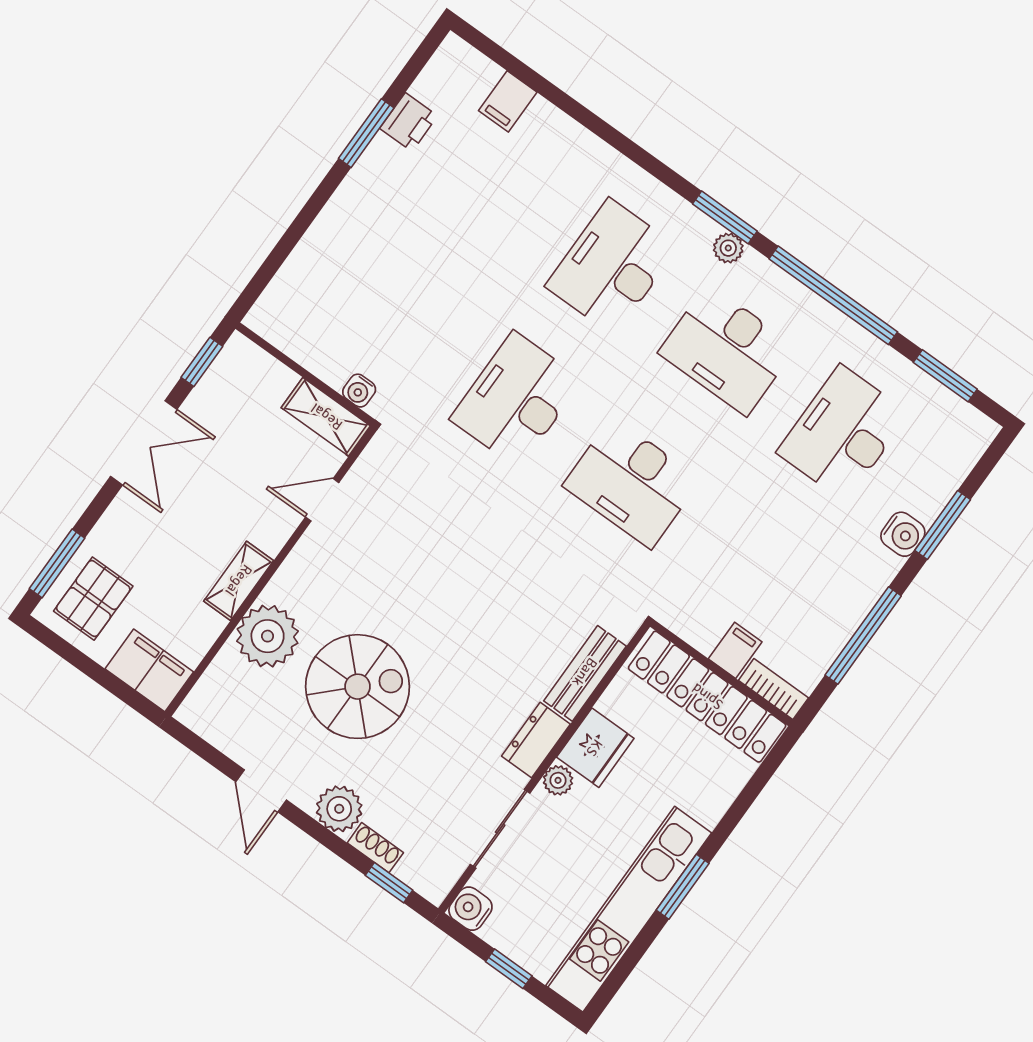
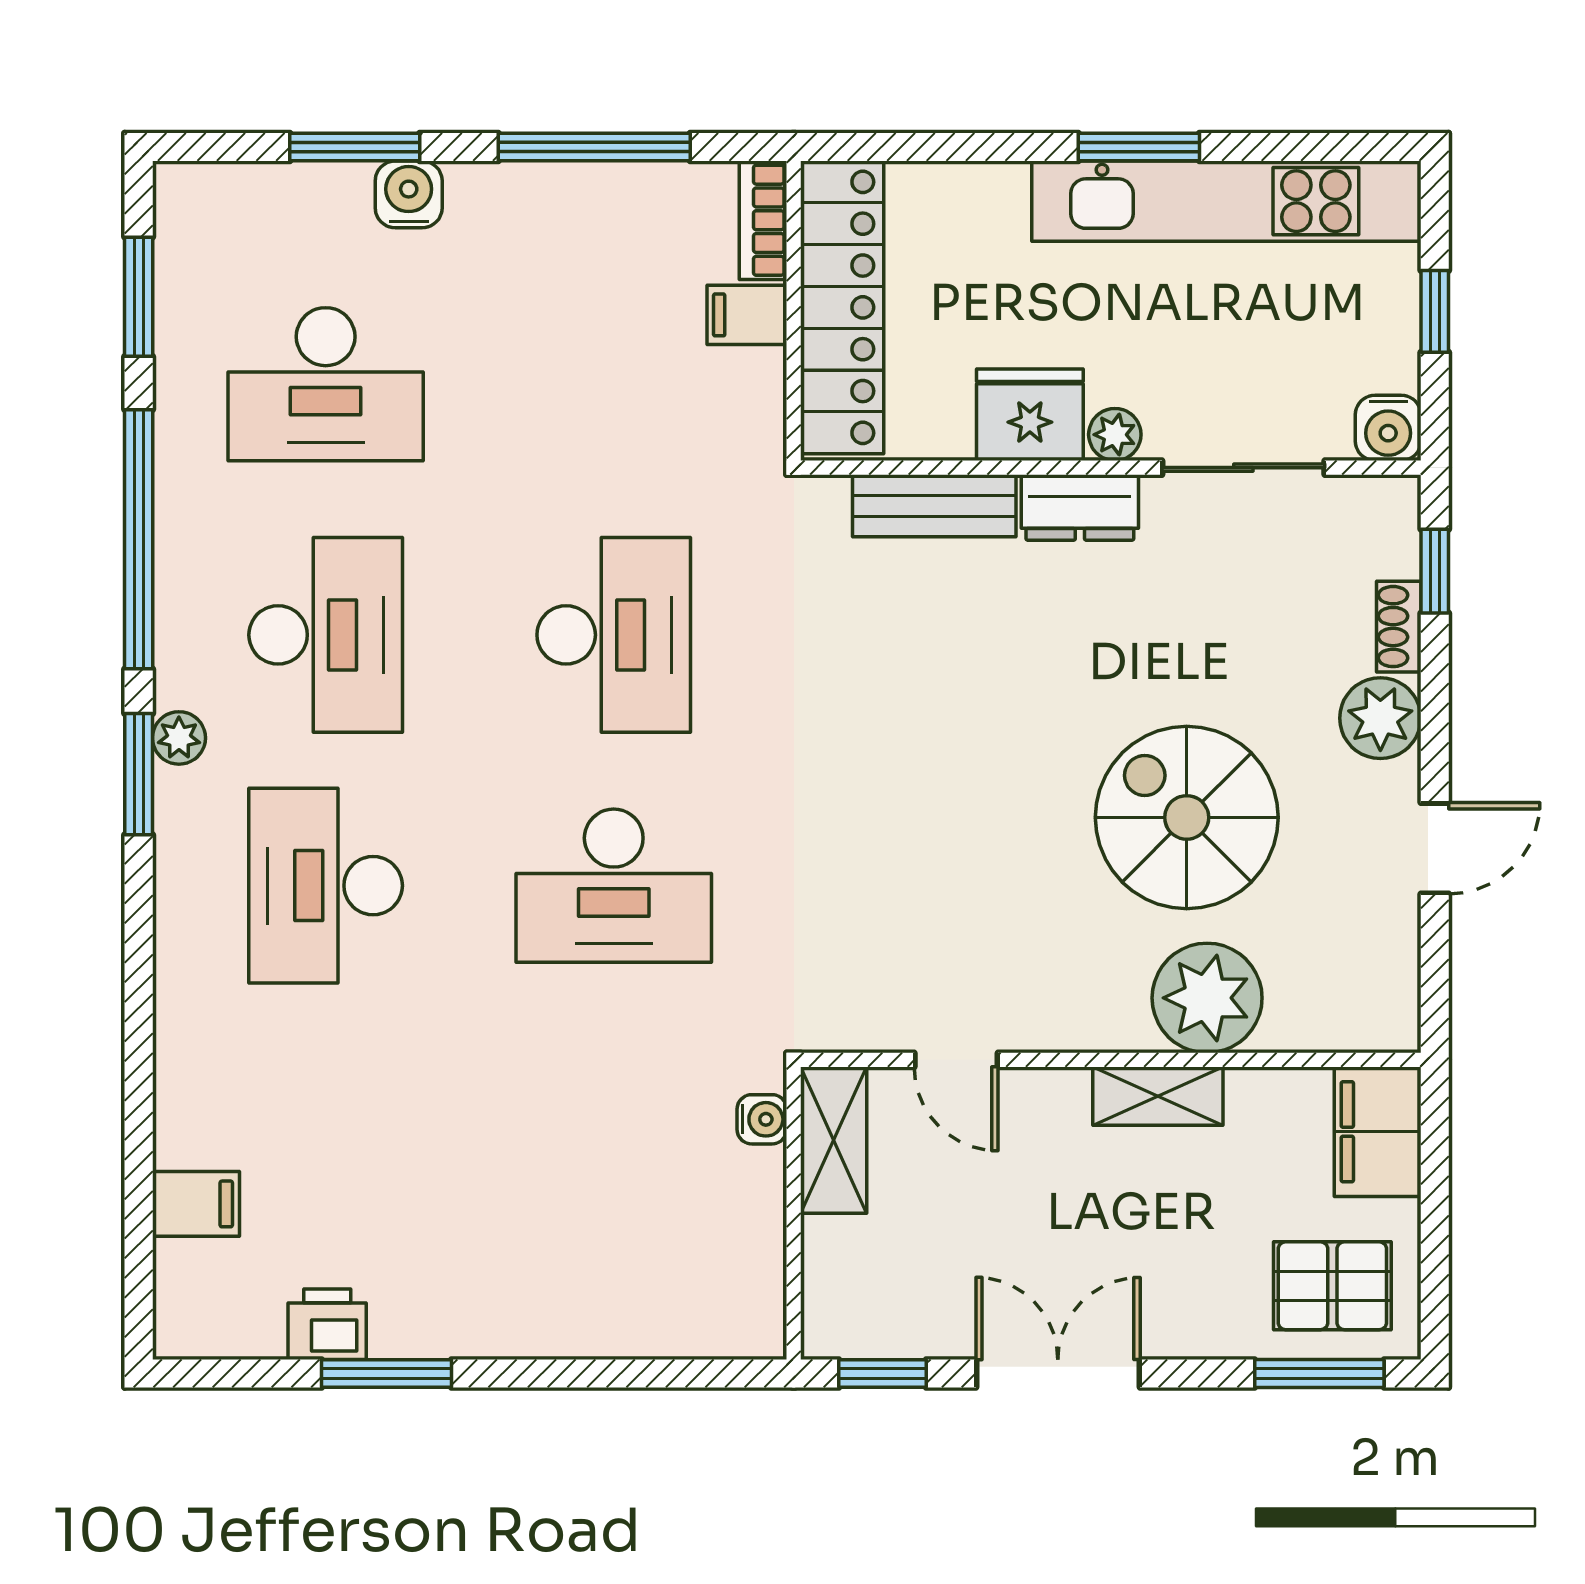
desk: (612, 267) -> (326, 886), turned 90

